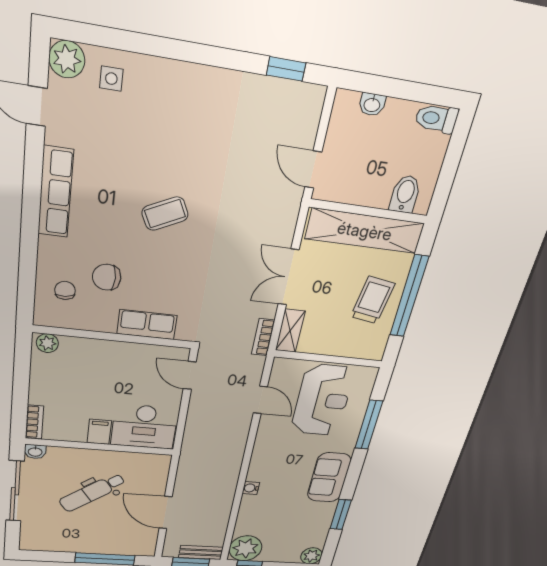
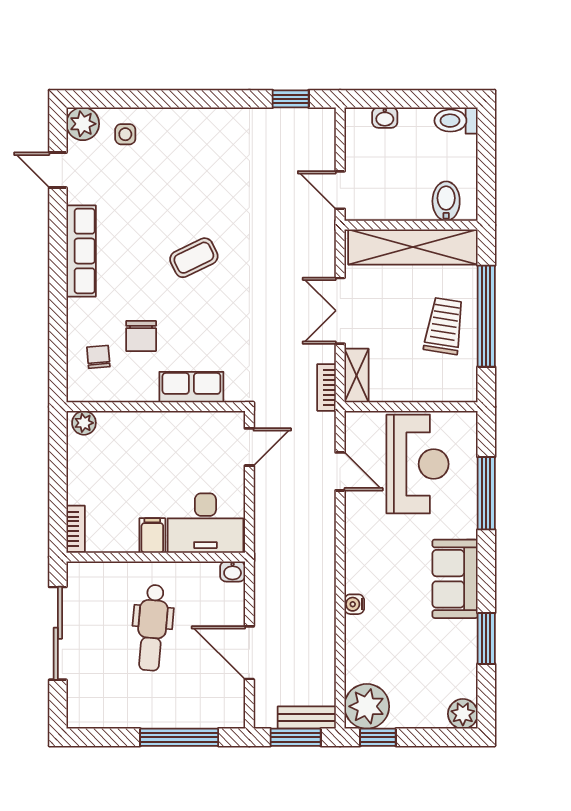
chair: (107, 277) -> (141, 336), turned -90
door: (190, 375) -> (249, 447), swing flipped
washbasin: (35, 452) -> (233, 571), moved
dental chair: (92, 492) -> (152, 628), turned -49

